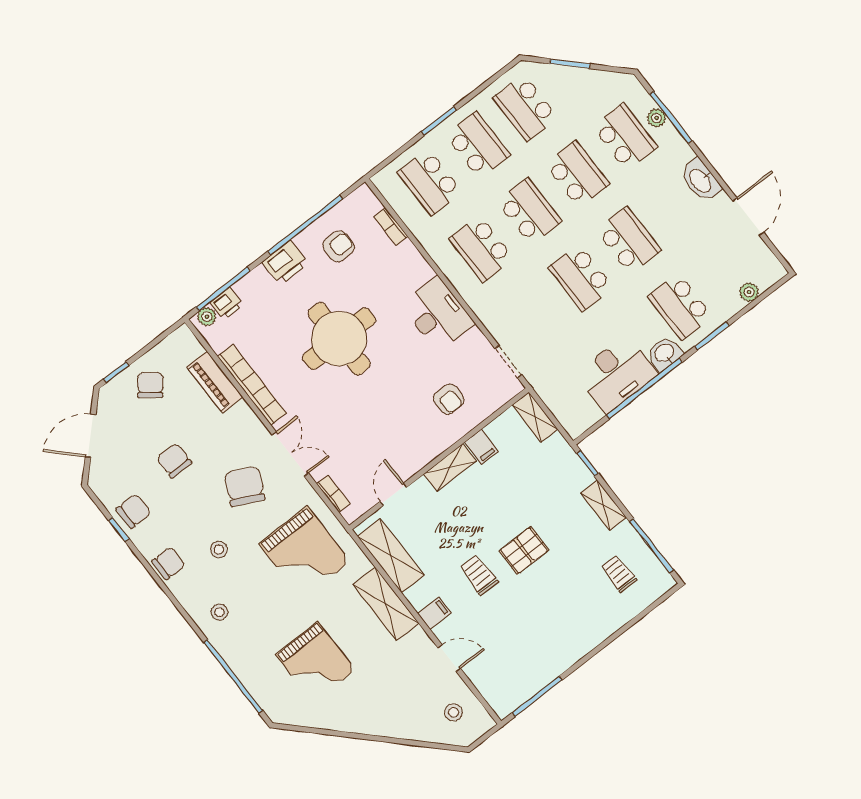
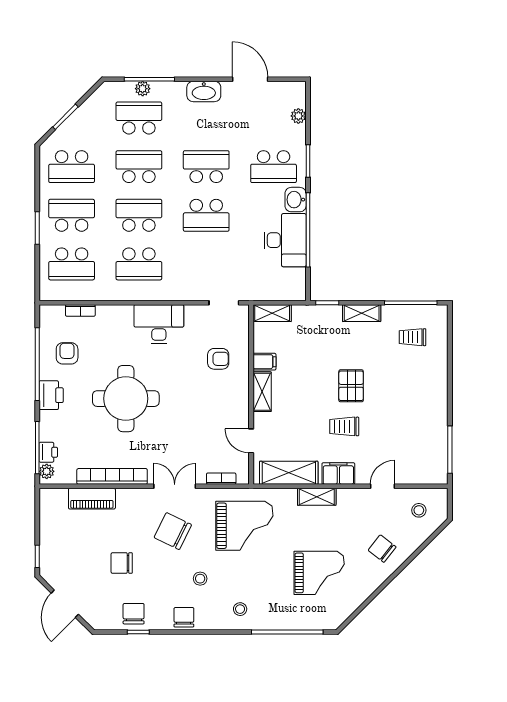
chair: (150, 385) -> (382, 549), moved
shelving: (386, 604) -> (317, 497), width x0.67, depth x0.75
filing cabinet: (434, 613) -> (338, 474), width x2.00

